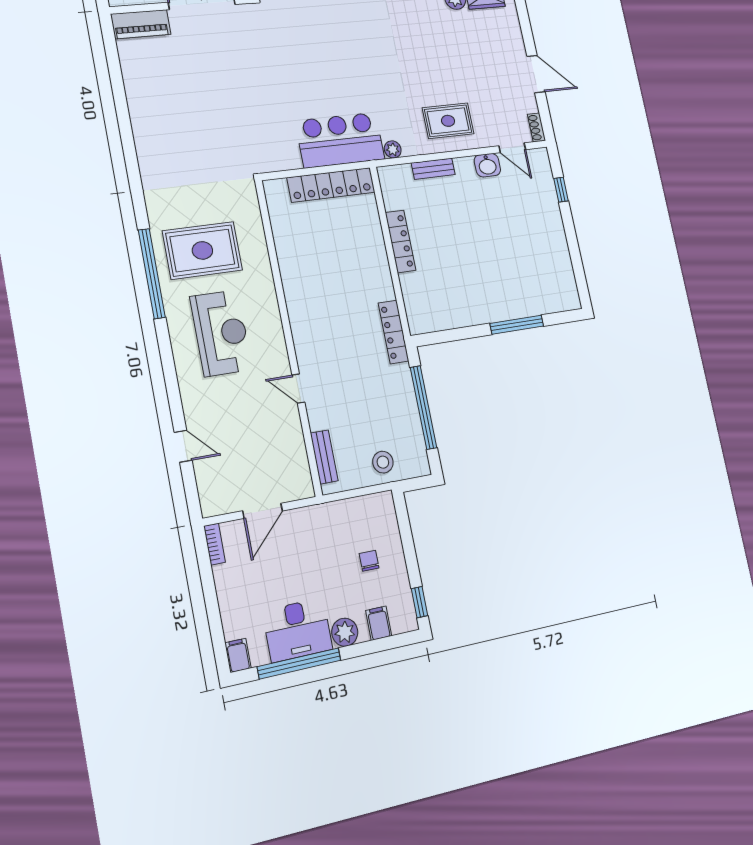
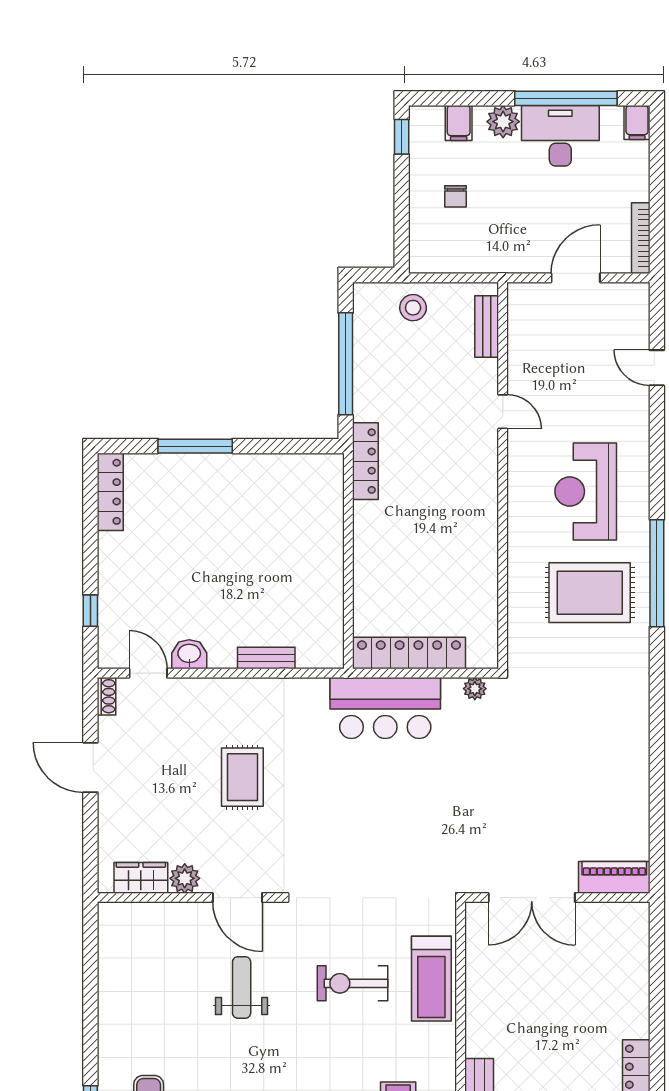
rug: (448, 121) -> (242, 777), moved, turned 90
plant: (393, 149) -> (475, 689), moved
locker: (401, 241) -> (110, 492), moved, turned 180
bookcase: (214, 544) -> (641, 238), width x1.56

